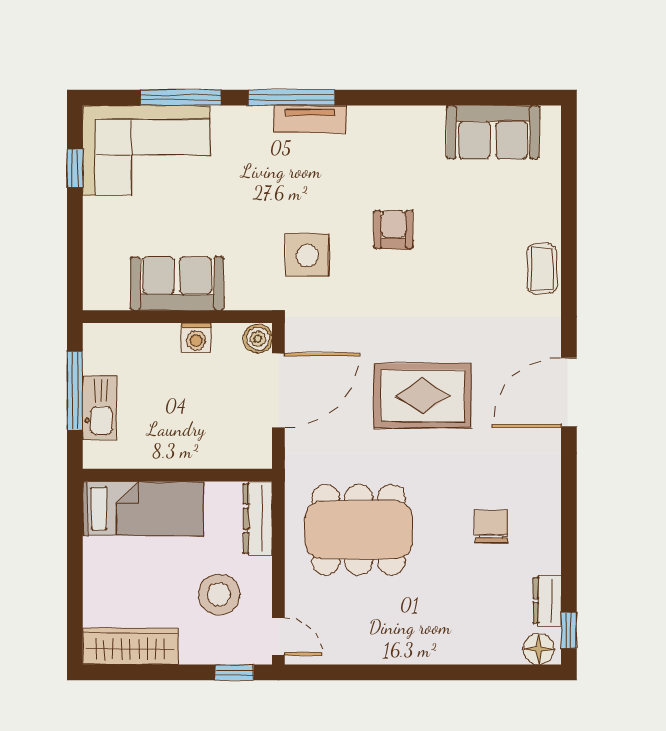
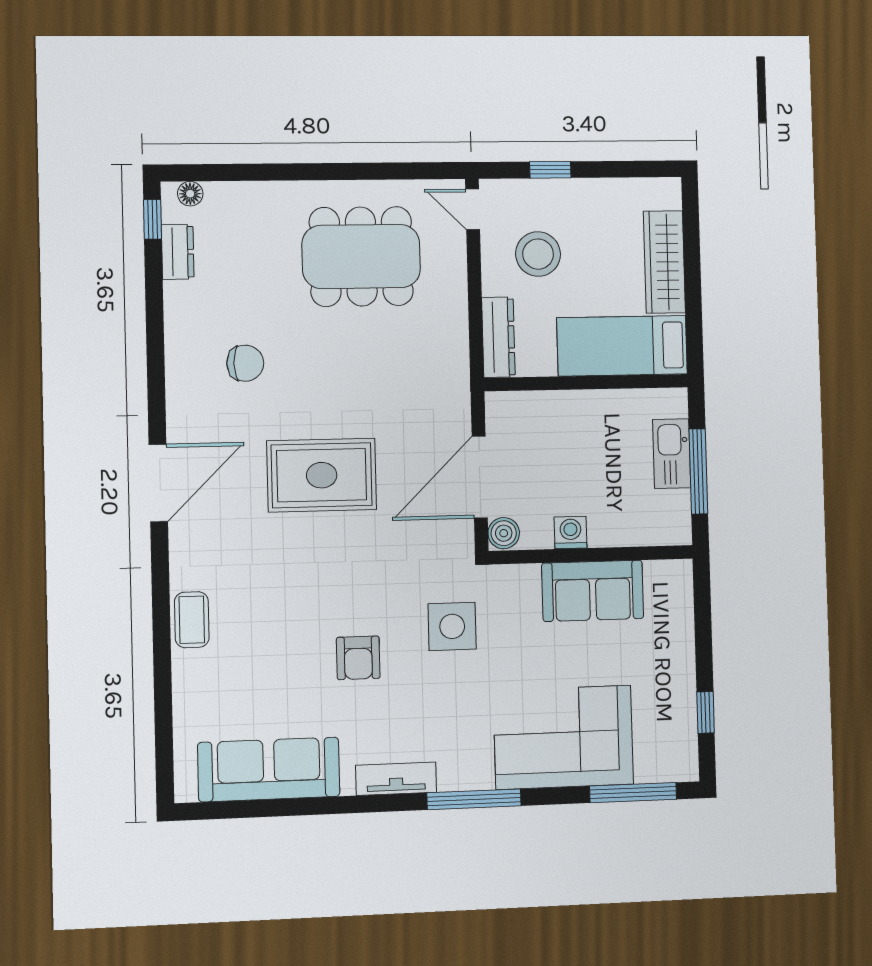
window: (181, 98) -> (633, 793), moved
tv unit: (310, 119) -> (396, 779), moved
sofa: (493, 132) -> (269, 769), width x1.36
corner sofa: (146, 151) -> (564, 737), moved
chair: (491, 527) -> (245, 363), moved, turned -90
dining table: (359, 530) -> (361, 257), moved
wardrobe: (130, 646) -> (664, 262), moved, turned 90
floor lamp: (539, 649) -> (190, 194), width x0.73, depth x0.73
window: (234, 672) -> (550, 170), moved

